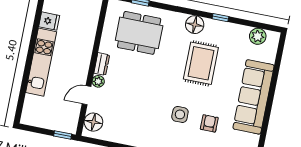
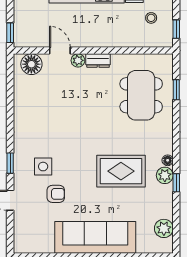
stool: (74, 11) -> (151, 18), added
floor lamp: (195, 25) -> (168, 160), width x0.53, depth x0.53
plant: (212, 26) -> (165, 175), added
side table: (180, 114) -> (43, 167), moved

